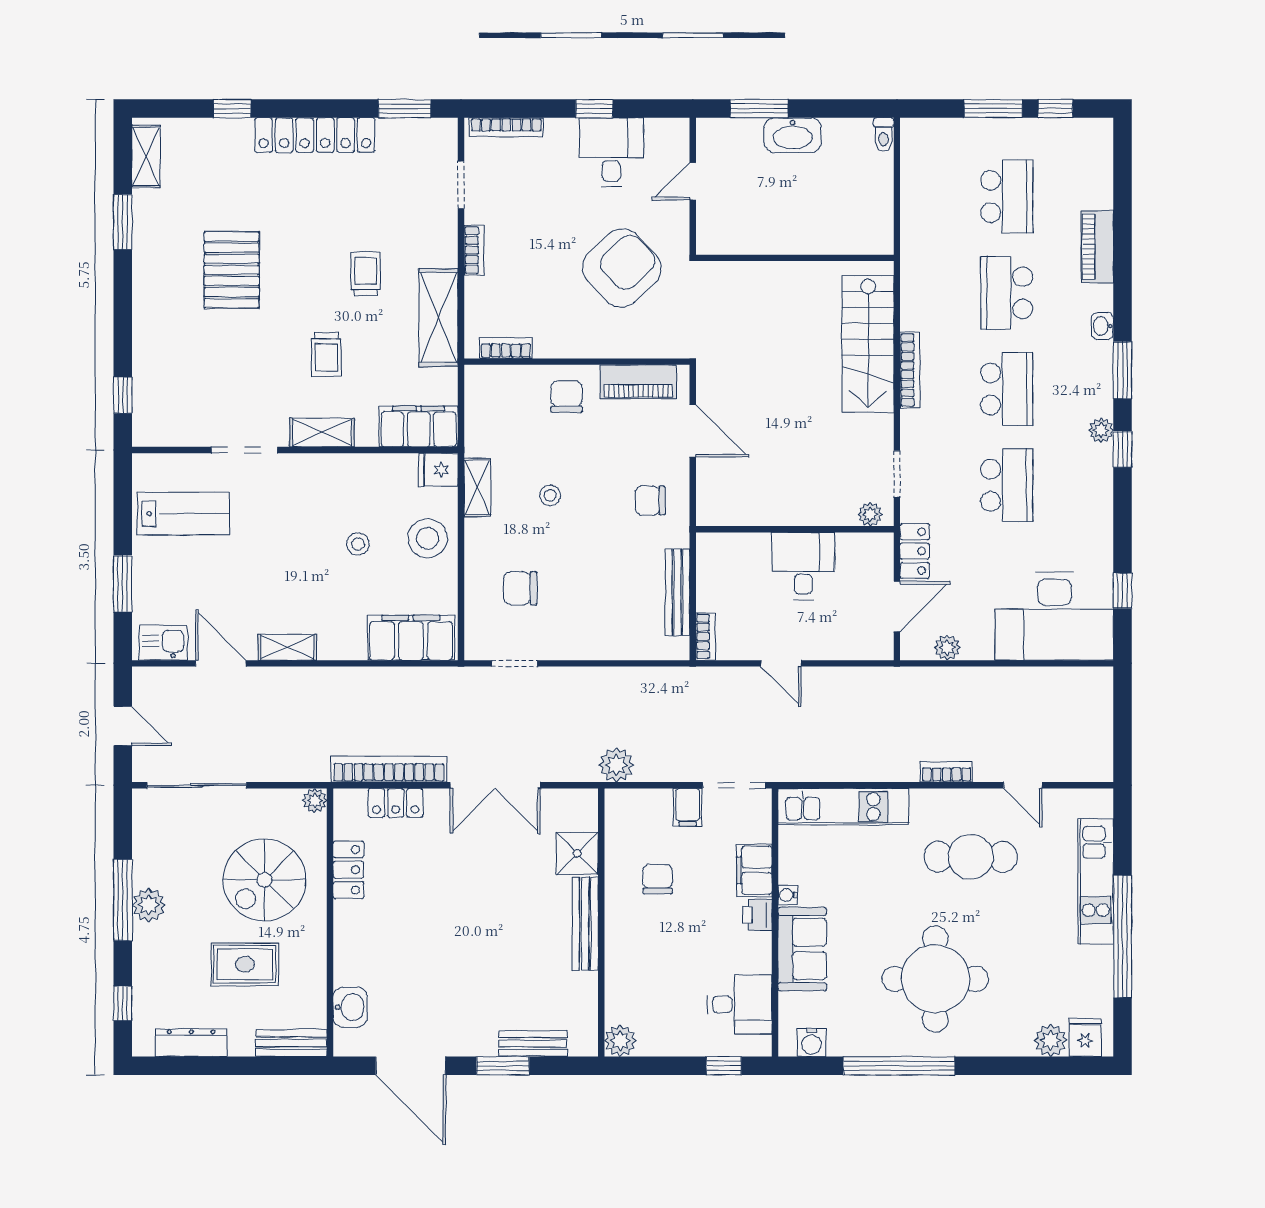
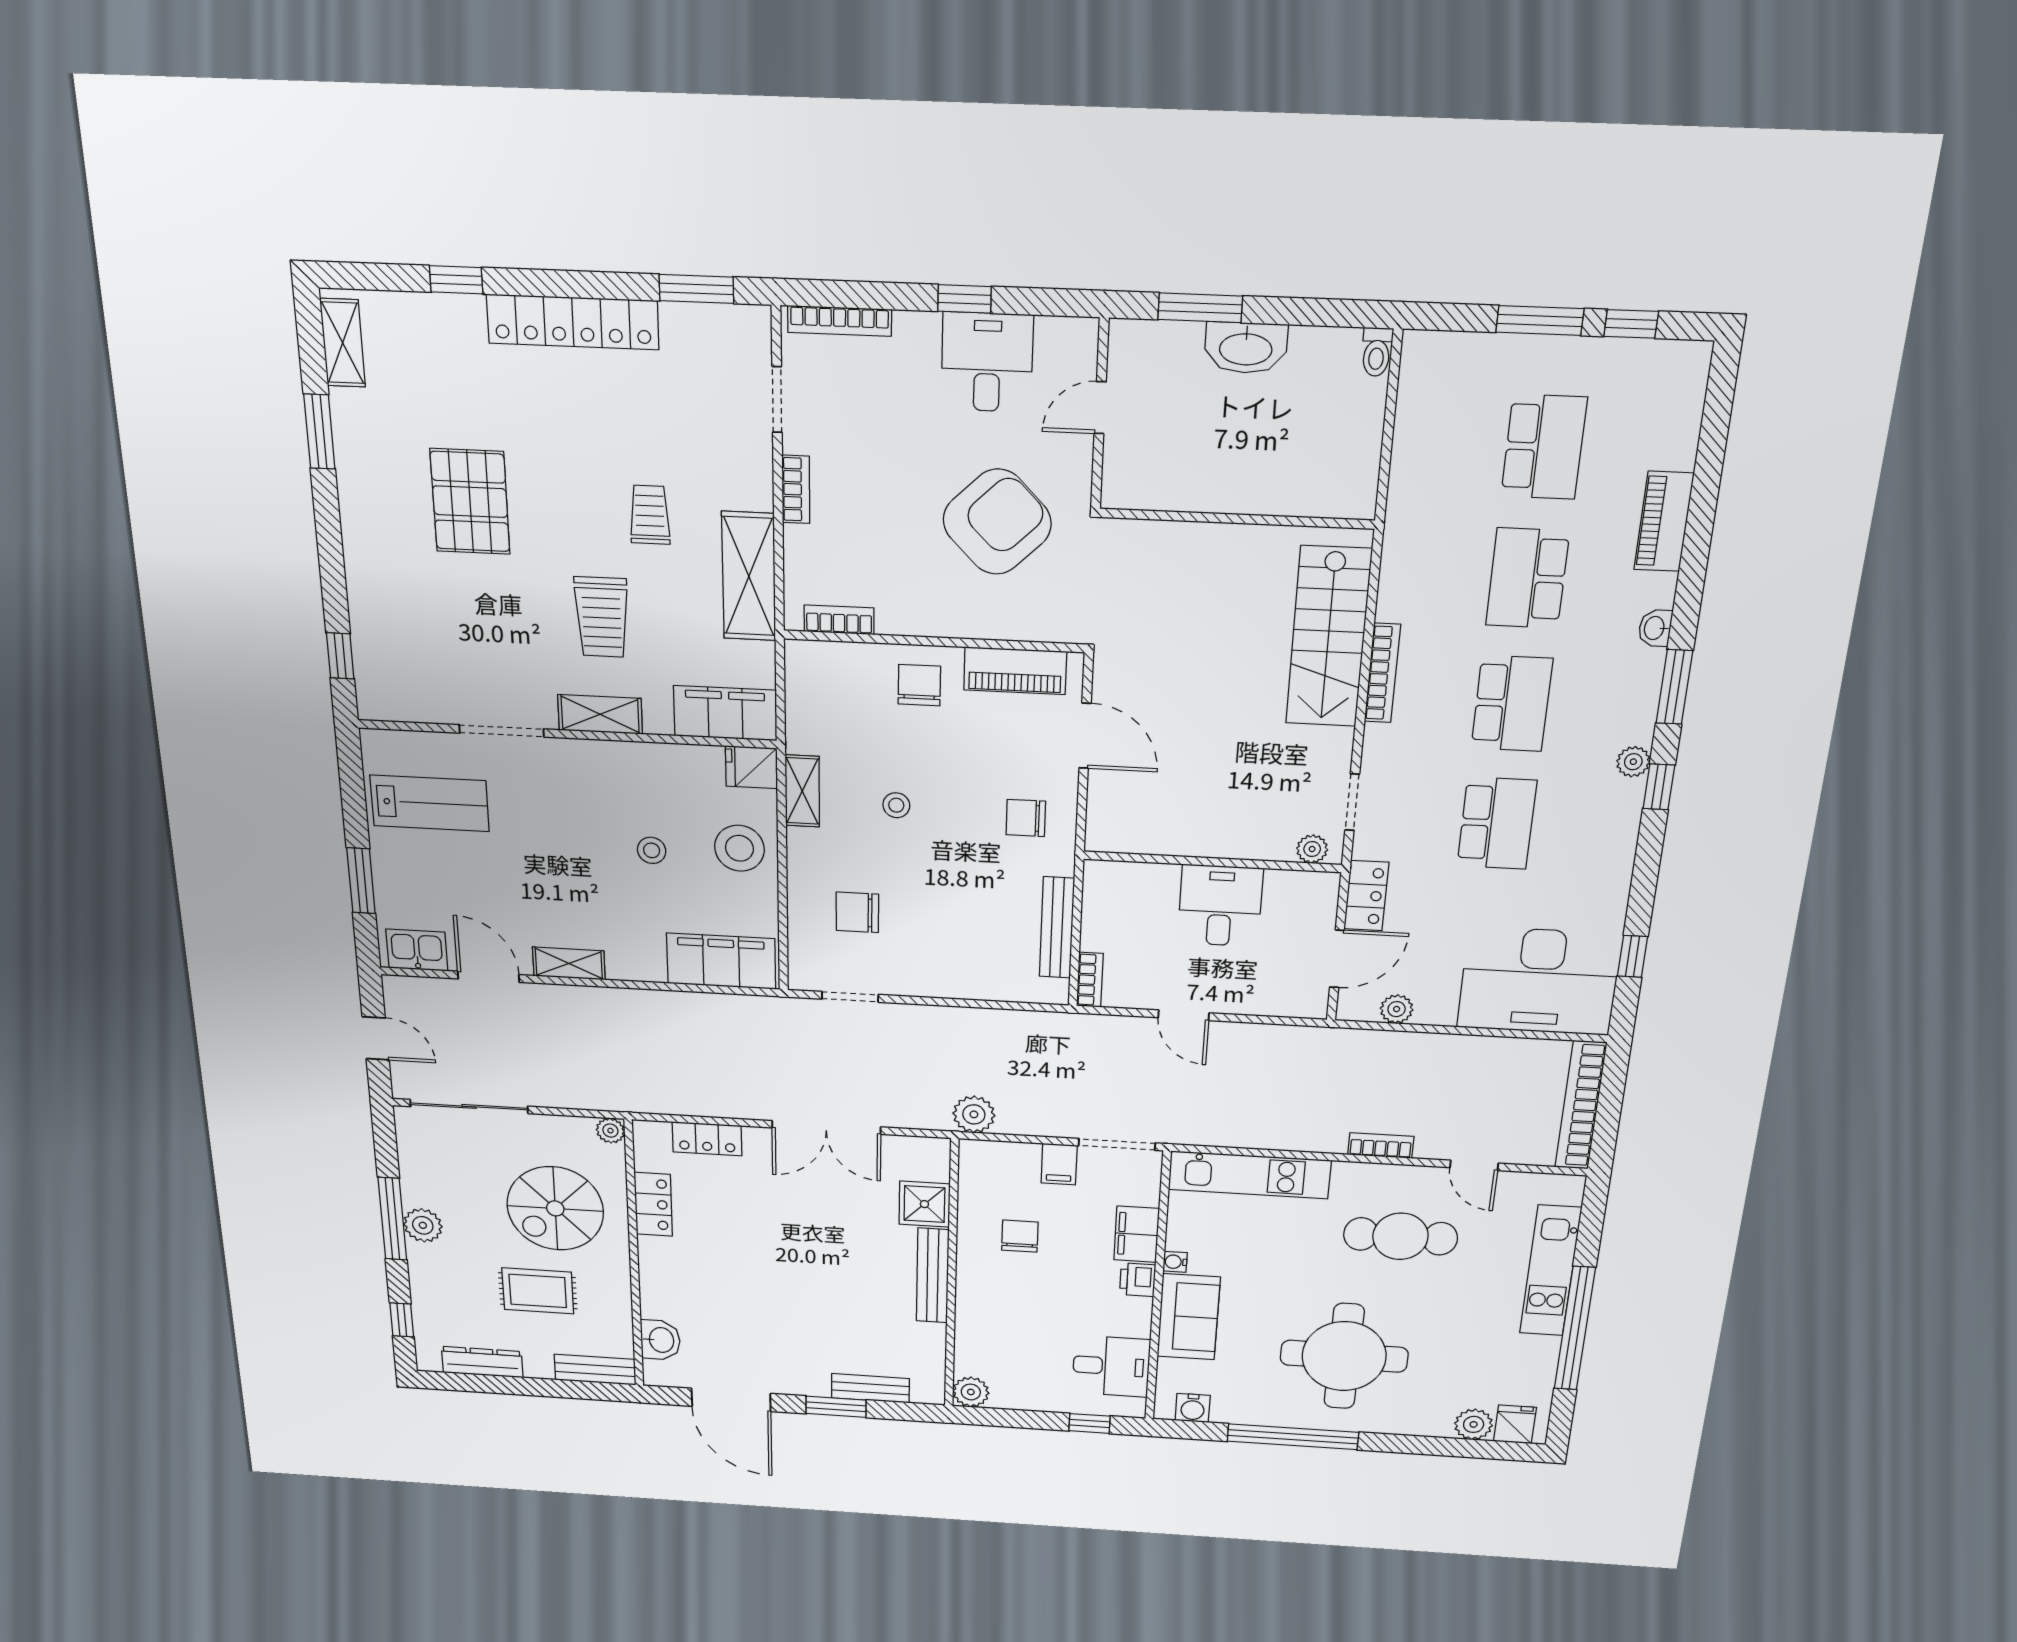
trolley: (326, 354) -> (602, 617), width x1.36, depth x1.39
bookcase: (389, 769) -> (1581, 1105), moved, turned -90

